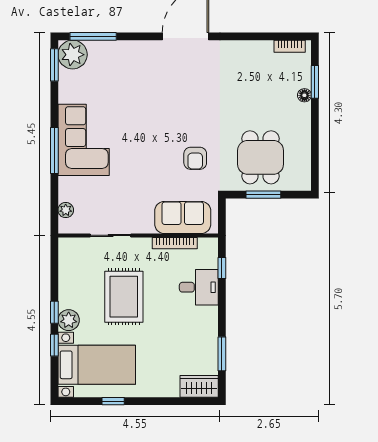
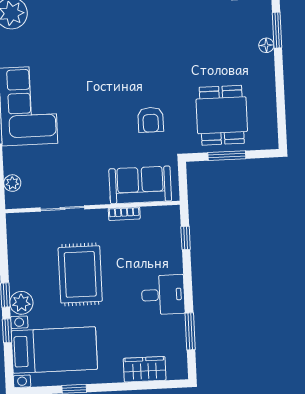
bookcase: (175, 243) -> (124, 214), width x0.64
desk: (199, 287) -> (163, 295), moved
wardrobe: (199, 386) -> (145, 369), moved

